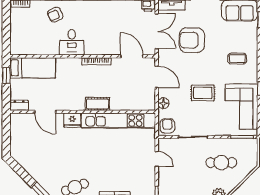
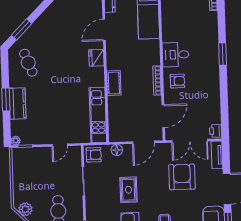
armchair: (55, 15) -> (177, 81), moved, turned 114
kitchen unit: (118, 121) -> (98, 115), width x0.73

